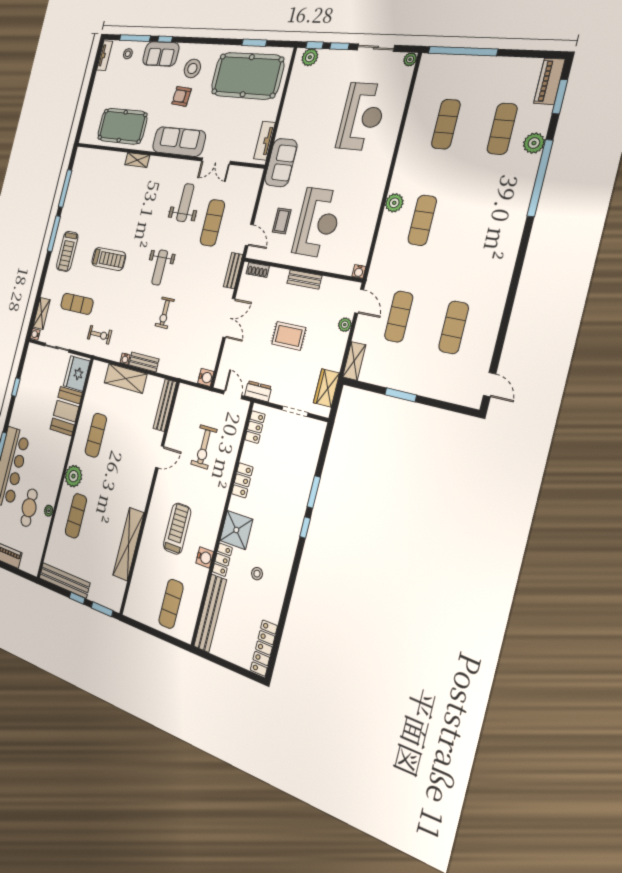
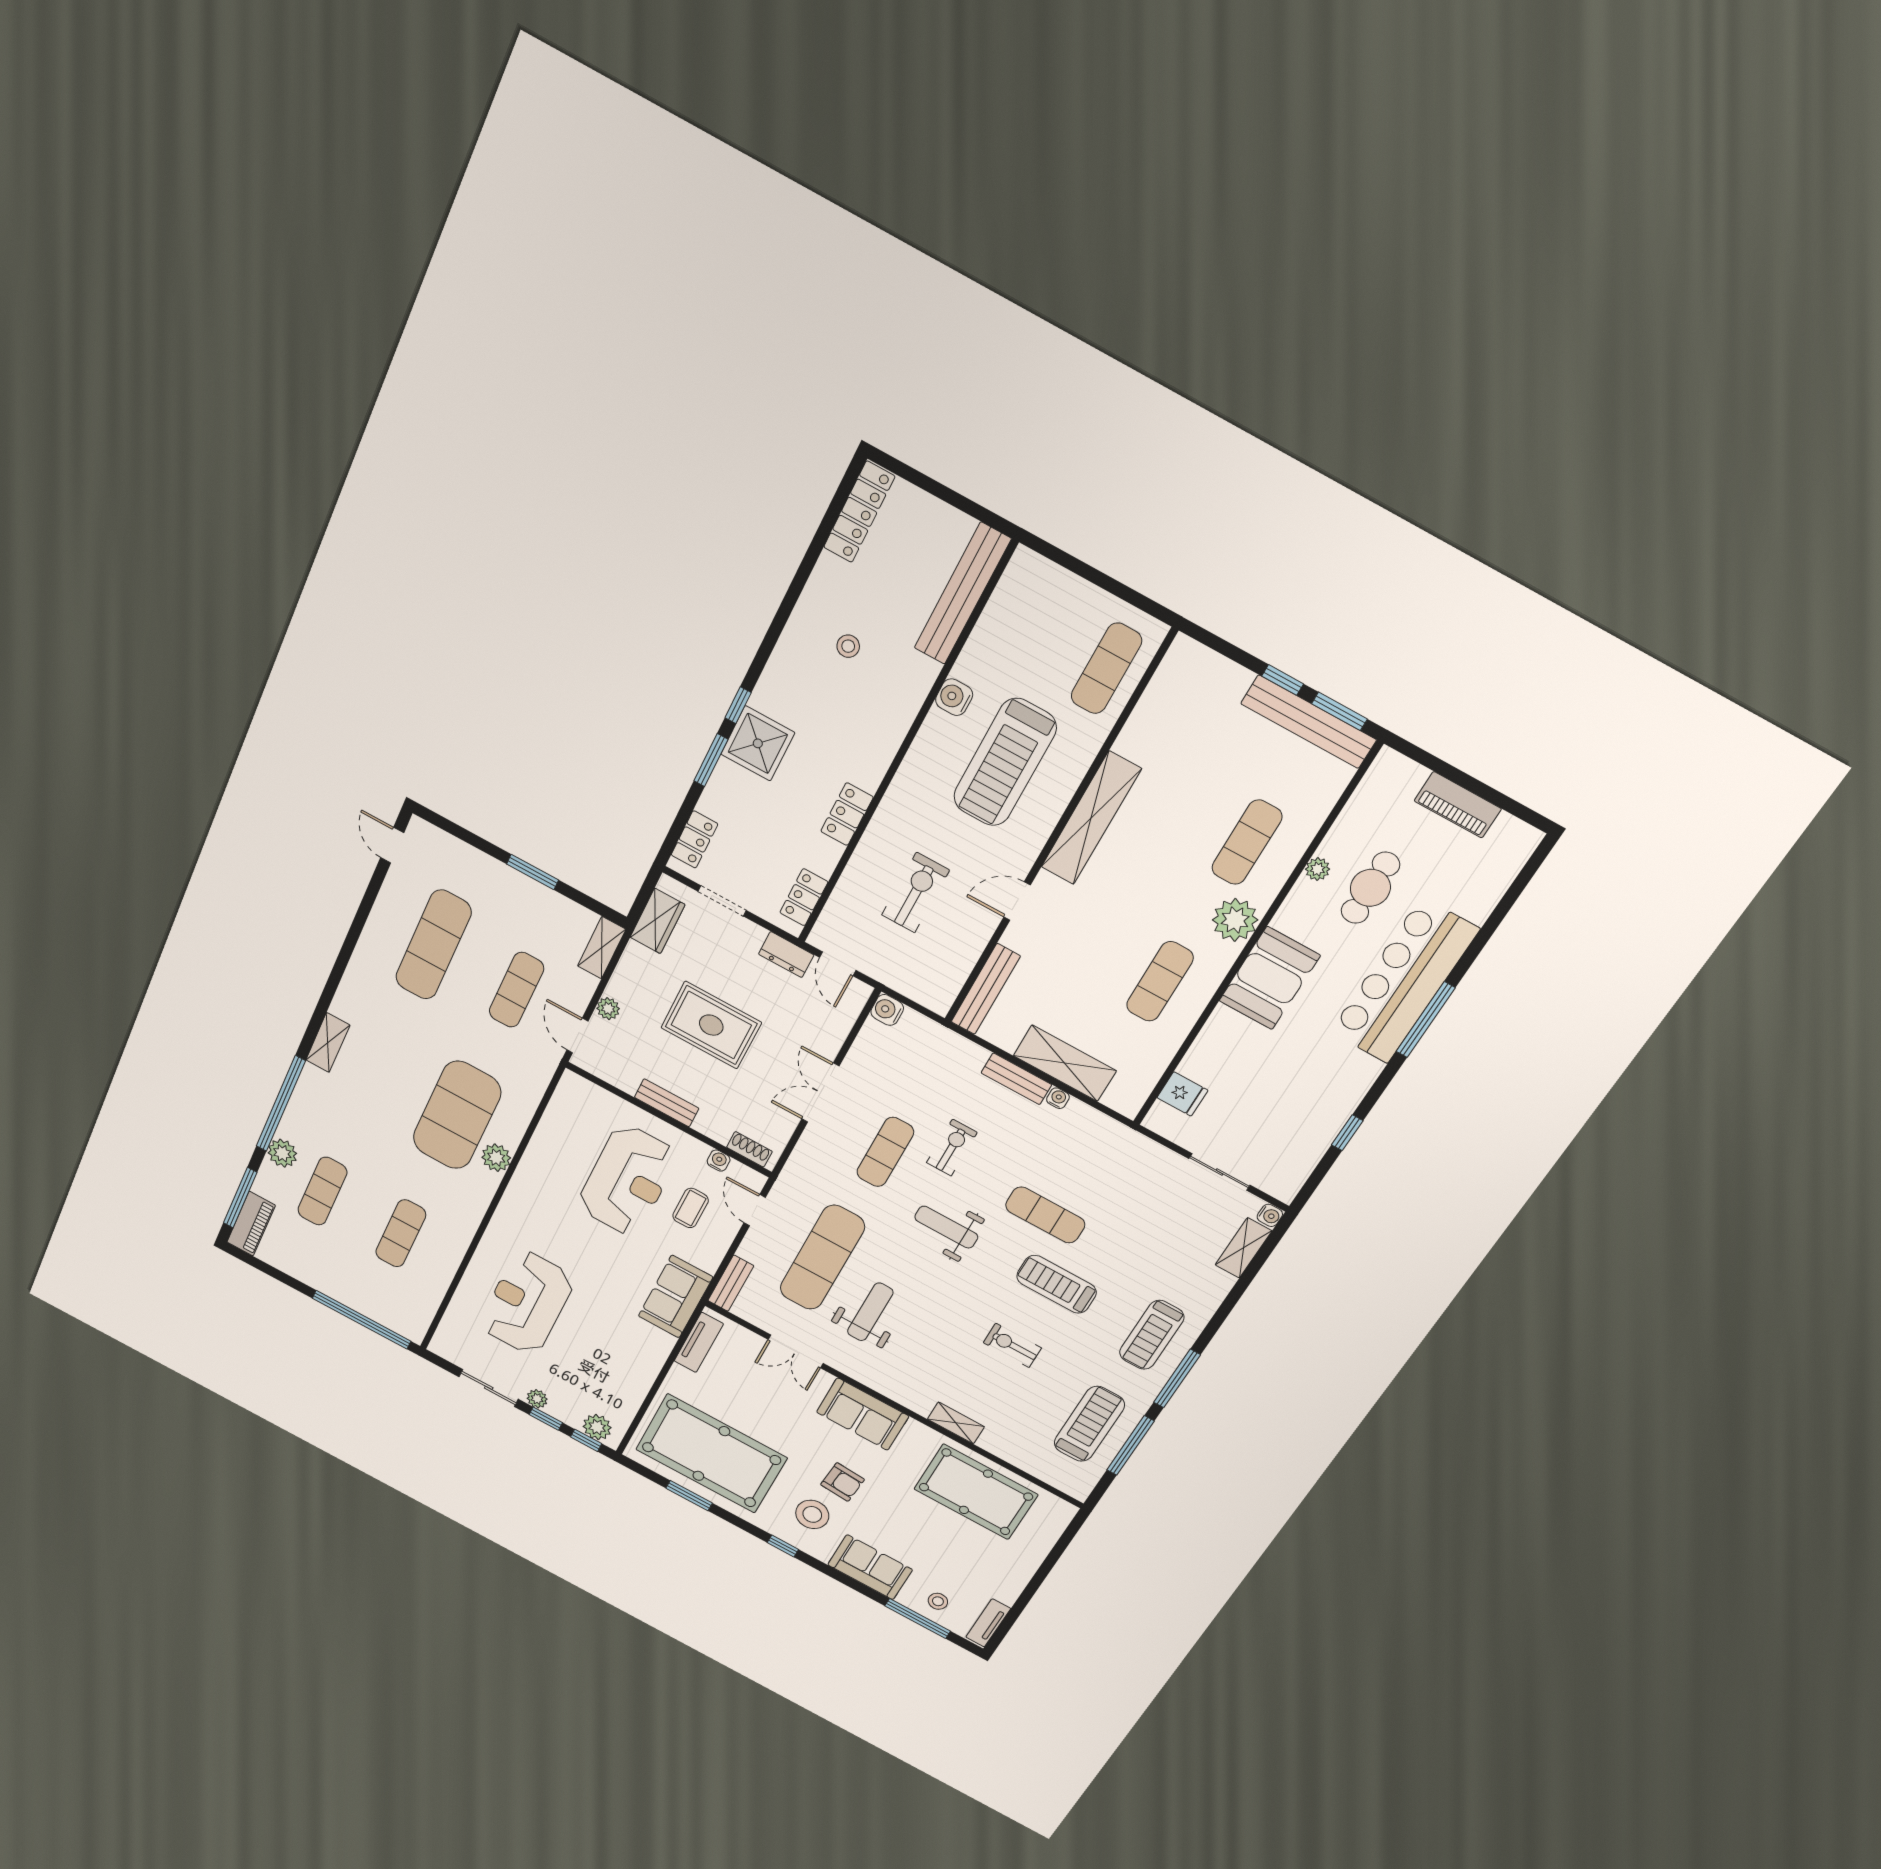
window: (165, 39) -> (783, 1546), moved
plant: (410, 59) -> (537, 1399), moved
window: (560, 97) -> (240, 1198), width x1.44
sofa: (179, 141) -> (863, 1414), width x0.73
double door: (216, 161) -> (796, 1351), swing flipped
treadmill: (83, 191) -> (1089, 1424), added
weight bench: (185, 203) -> (870, 1312), turned 180
exercise mat: (422, 220) -> (457, 1115), width x2.00, depth x1.45
exercise mat: (212, 223) -> (822, 1258), width x1.36, depth x1.45
reception desk: (318, 223) -> (628, 1180), turned 180
shelving: (513, 235) -> (328, 1043), added
treadmill: (67, 251) -> (1152, 1335), turned 180
weight bench: (160, 268) -> (946, 1227), turned -90
bench: (233, 271) -> (731, 1283), moved
water cooler: (359, 271) -> (719, 1161), moved
exercise mat: (193, 297) -> (885, 1152), added
exercise mat: (77, 304) -> (1045, 1215), moved
exercise mat: (454, 327) -> (433, 945), width x1.36, depth x1.45
exercise bike: (100, 335) -> (1012, 1345), moved
rug: (289, 336) -> (711, 1025), width x1.36, depth x1.43
fridge: (77, 374) -> (1182, 1094), width x0.53, depth x0.75
booth: (66, 411) -> (1270, 978), moved
treadmill: (177, 529) -> (1005, 762), width x1.37, depth x1.38
shower: (236, 530) -> (758, 743), moved
shelving: (129, 544) -> (1091, 818), moved
locker: (222, 560) -> (694, 839), moved, turned 180
exercise mat: (171, 604) -> (1106, 668), moved
window: (102, 609) -> (1339, 711), moved

